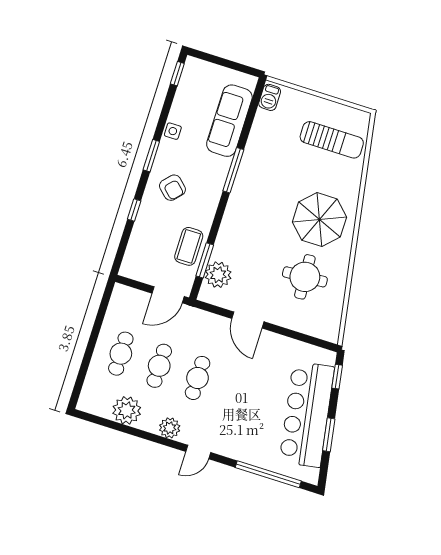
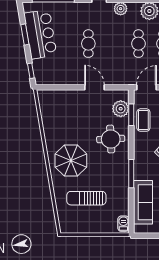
sun lounger: (332, 140) -> (86, 198), moved
round table: (305, 277) -> (111, 139), moved
cafe table: (198, 378) -> (88, 44), moved
bar counter: (307, 414) -> (40, 34), width x0.73

